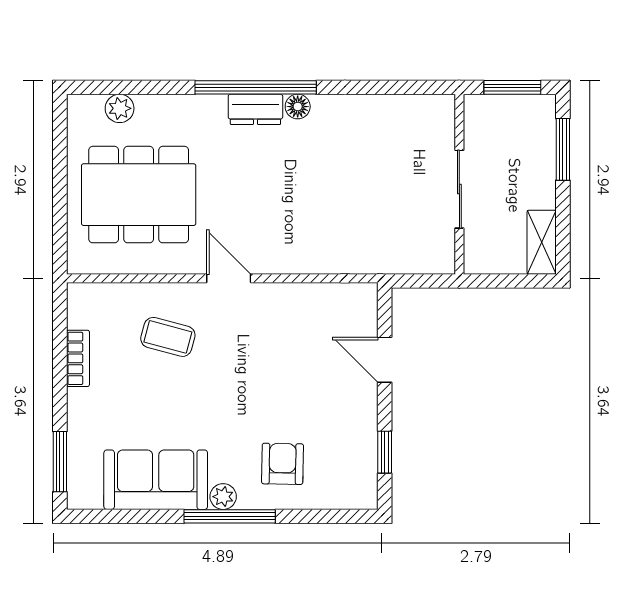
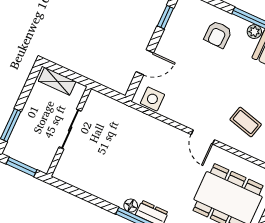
shelving: (542, 242) -> (57, 81), moved, turned 90
side table: (343, 304) -> (152, 99), added
door: (385, 360) -> (145, 62), hinge flipped

